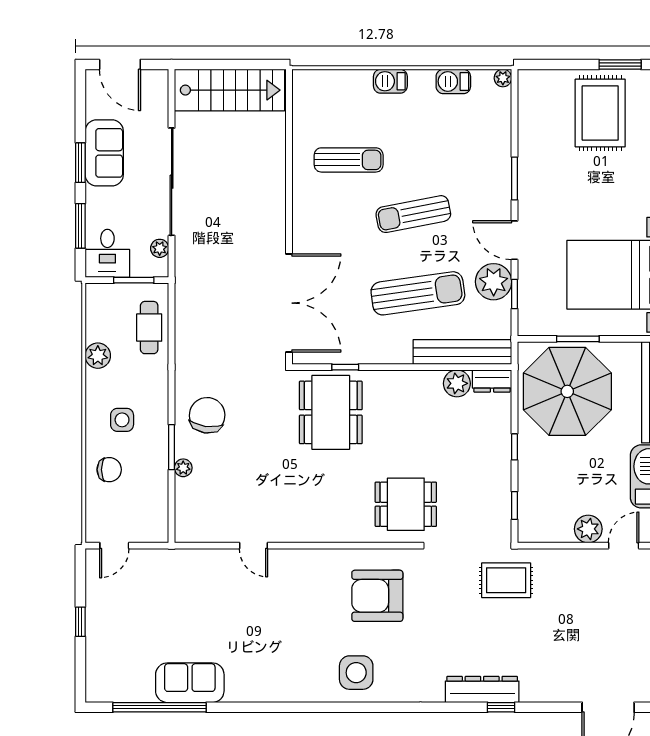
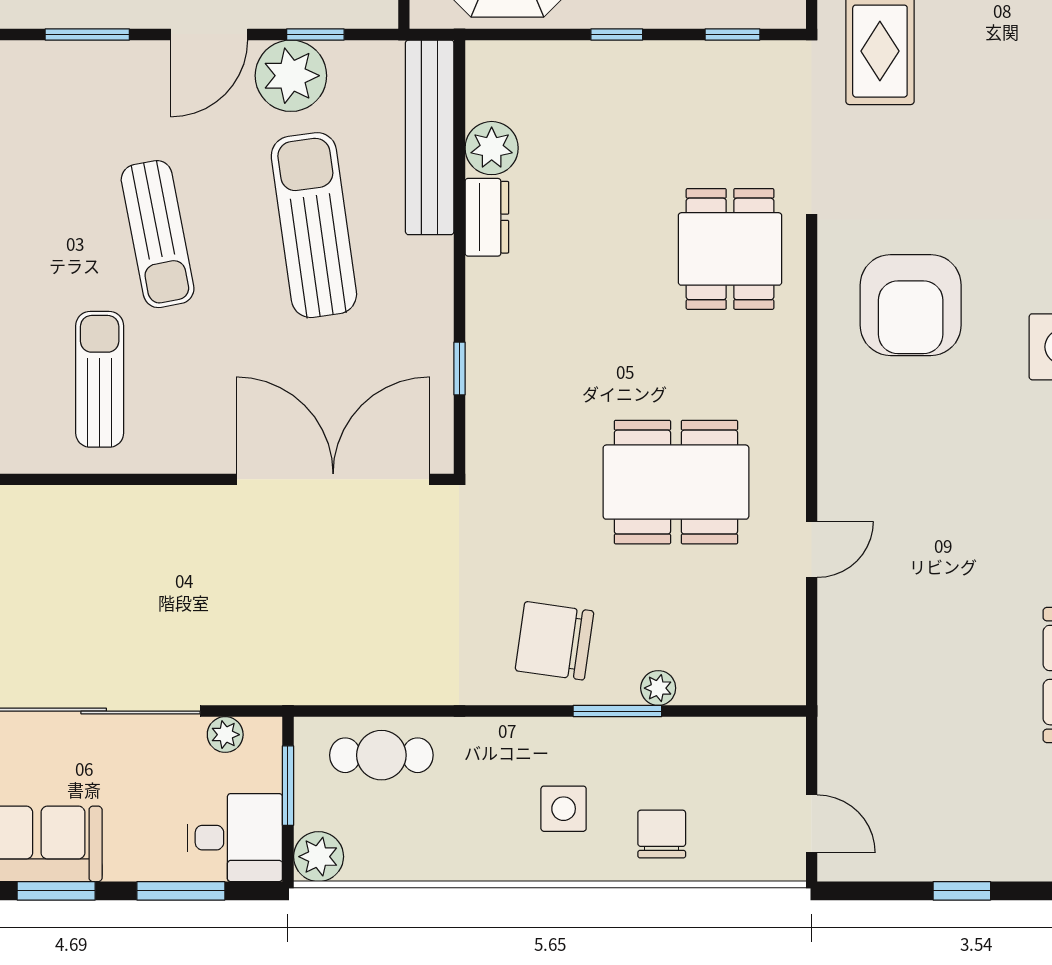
sun lounger: (349, 160) -> (100, 379), moved
plant: (98, 356) -> (319, 857), moved
dresser: (492, 381) -> (487, 217), moved
dining table: (331, 412) -> (676, 482), moved

